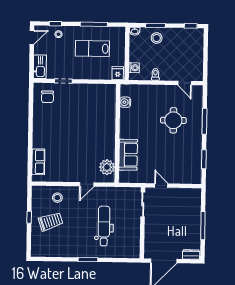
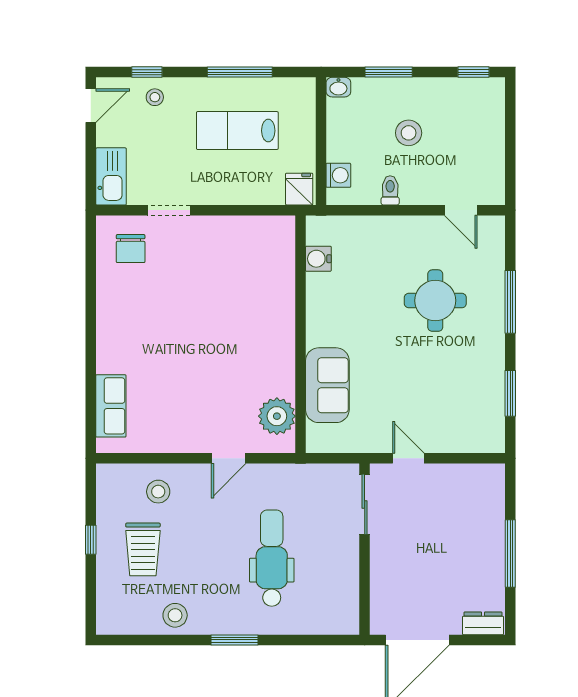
stool: (157, 38) -> (409, 133), moved
trolley: (51, 222) -> (143, 549), turned 109
stool: (64, 249) -> (175, 615), added

